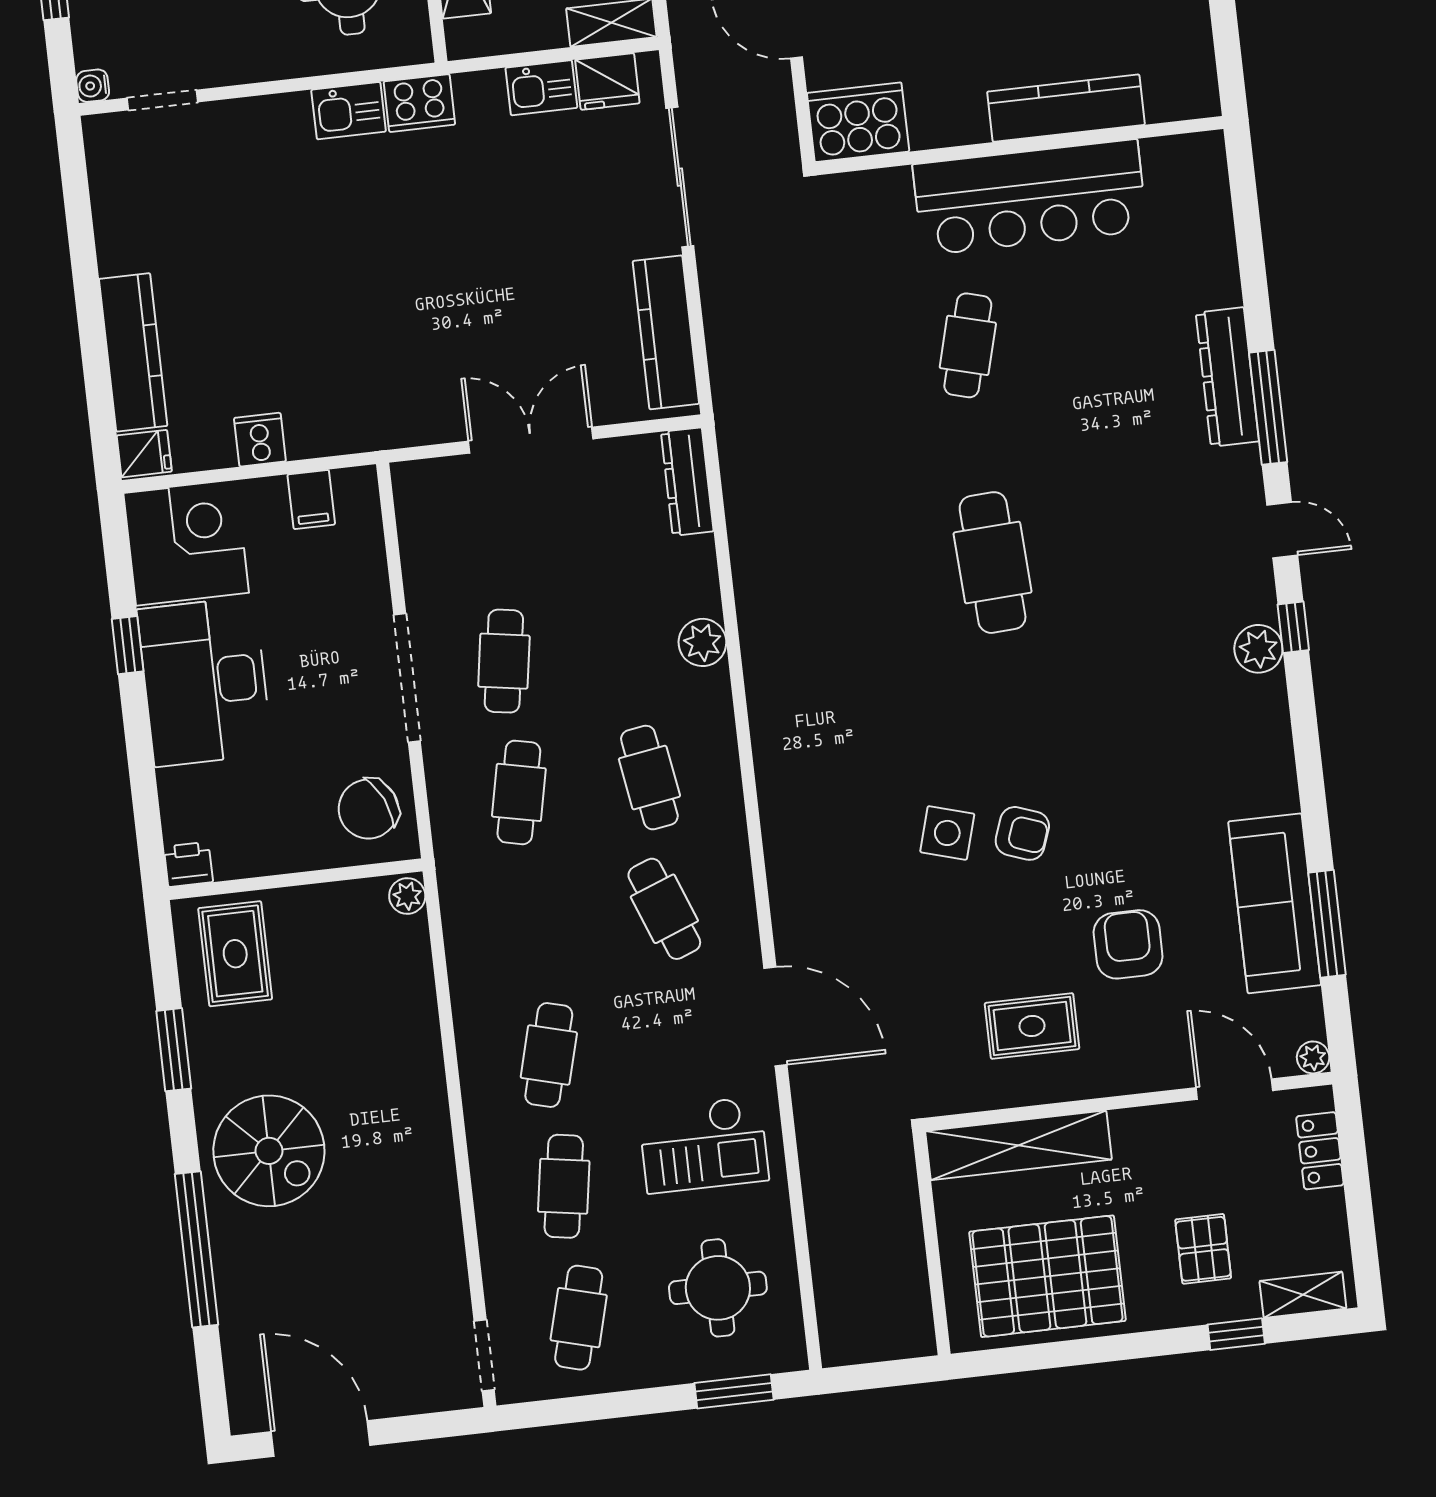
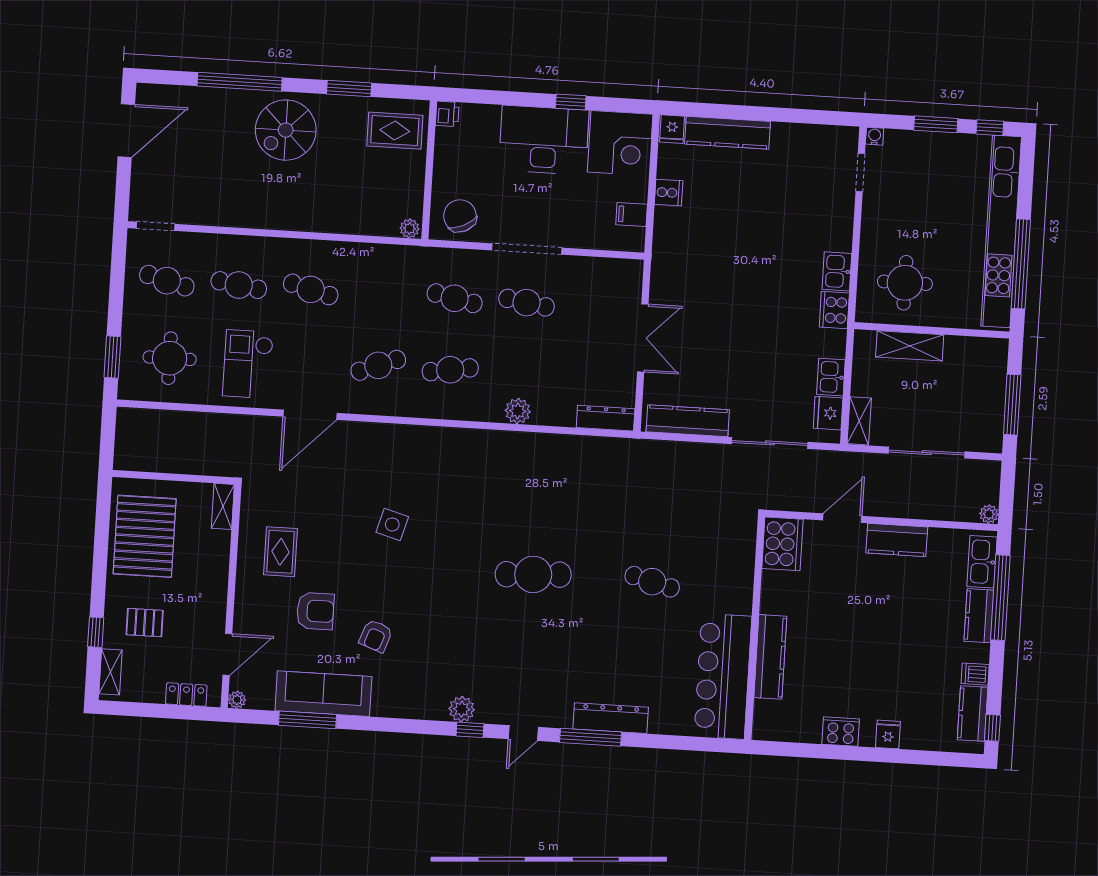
bar counter: (1030, 197) -> (723, 676), moved
armchair: (1022, 833) -> (376, 636), moved
shelving: (1019, 1145) -> (223, 506), width x0.45, depth x0.75

